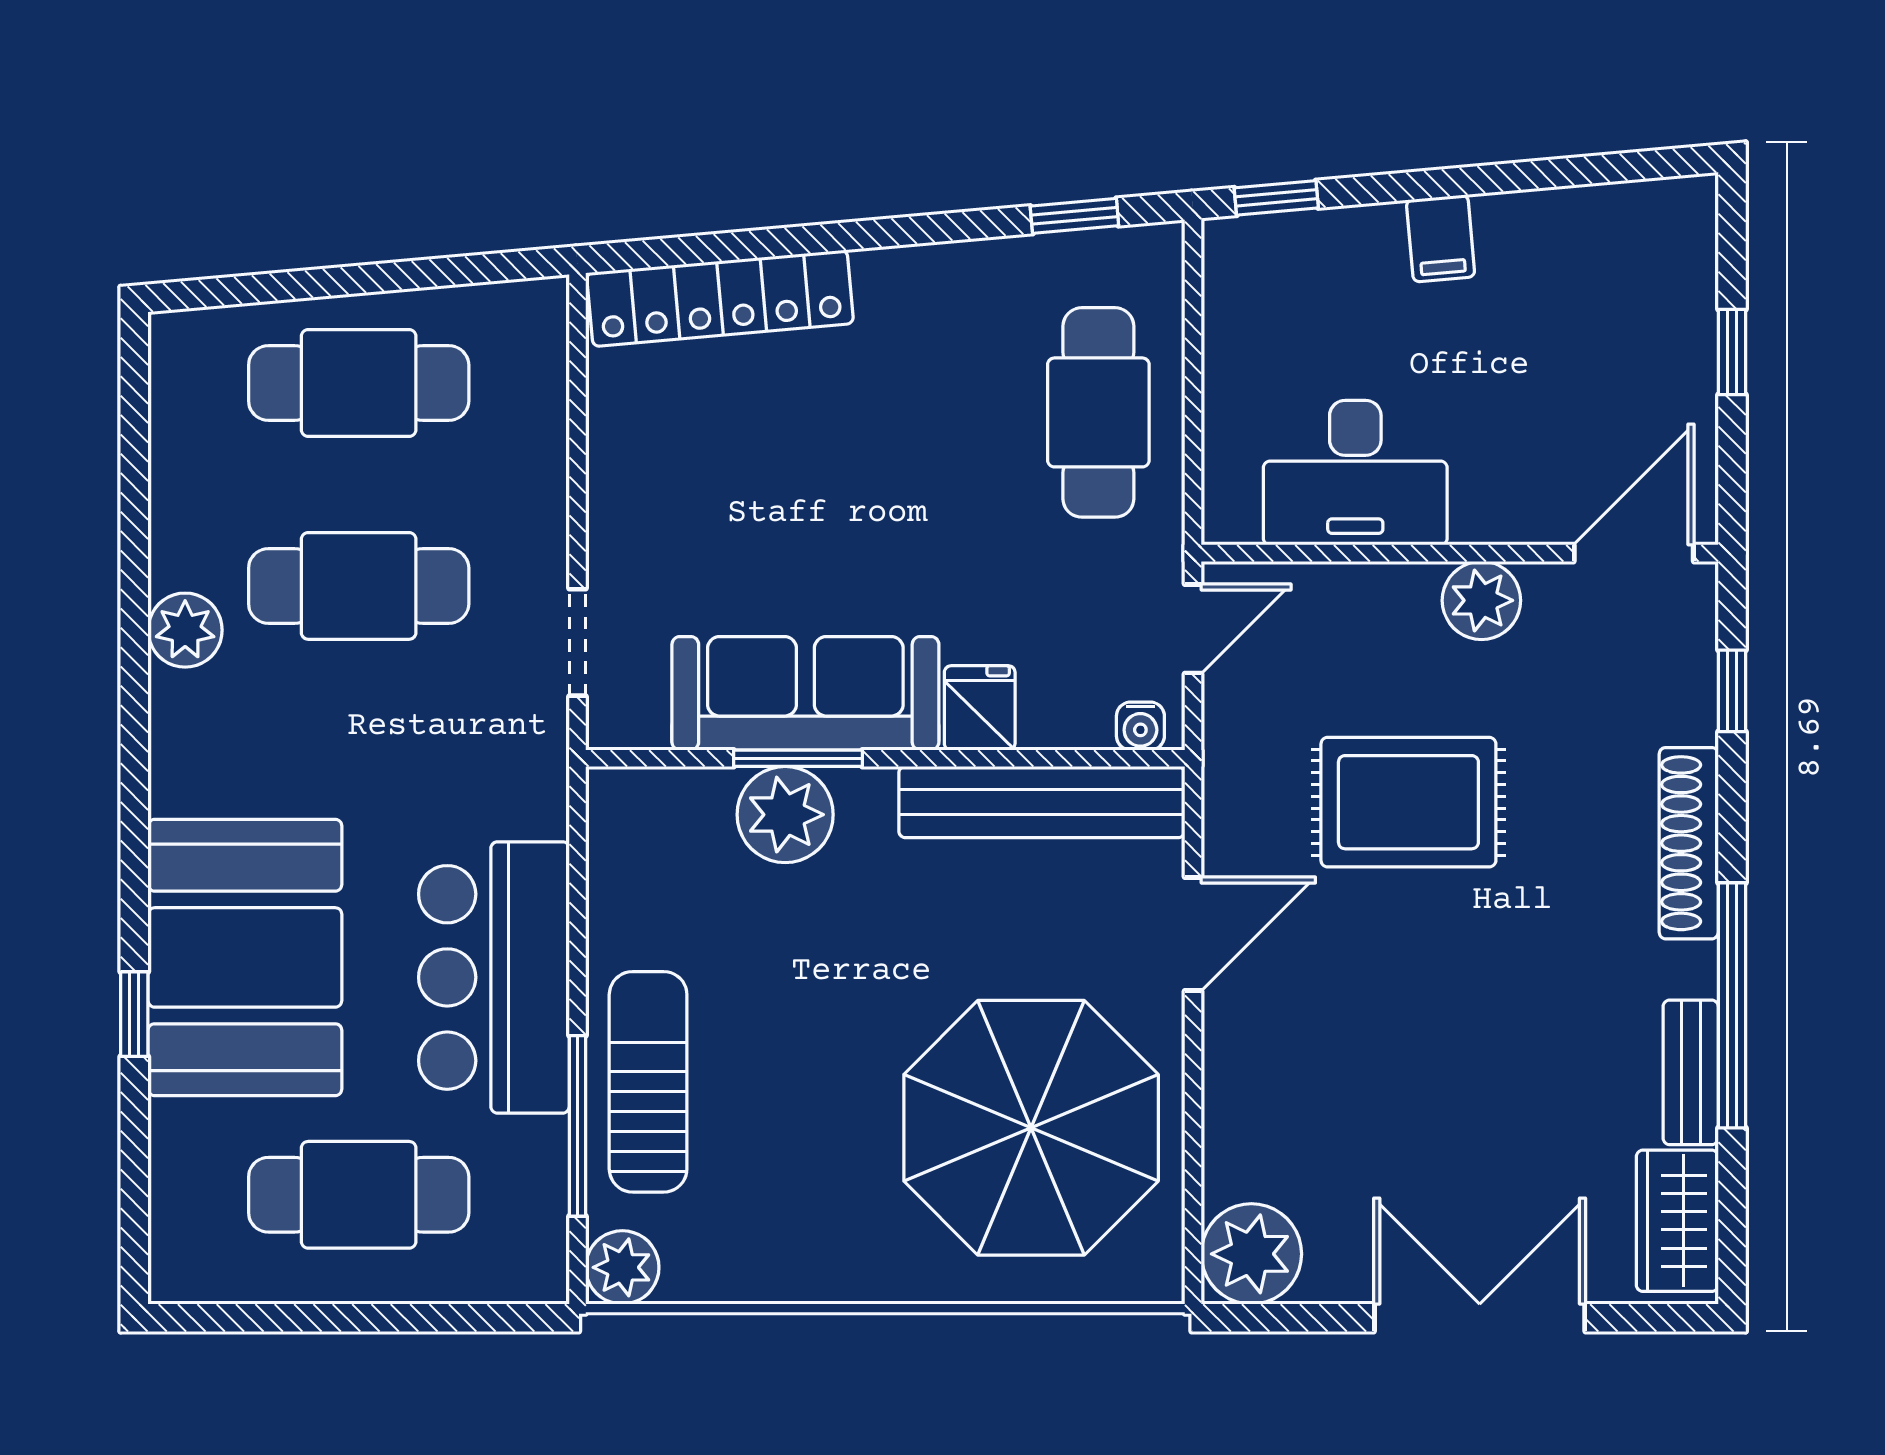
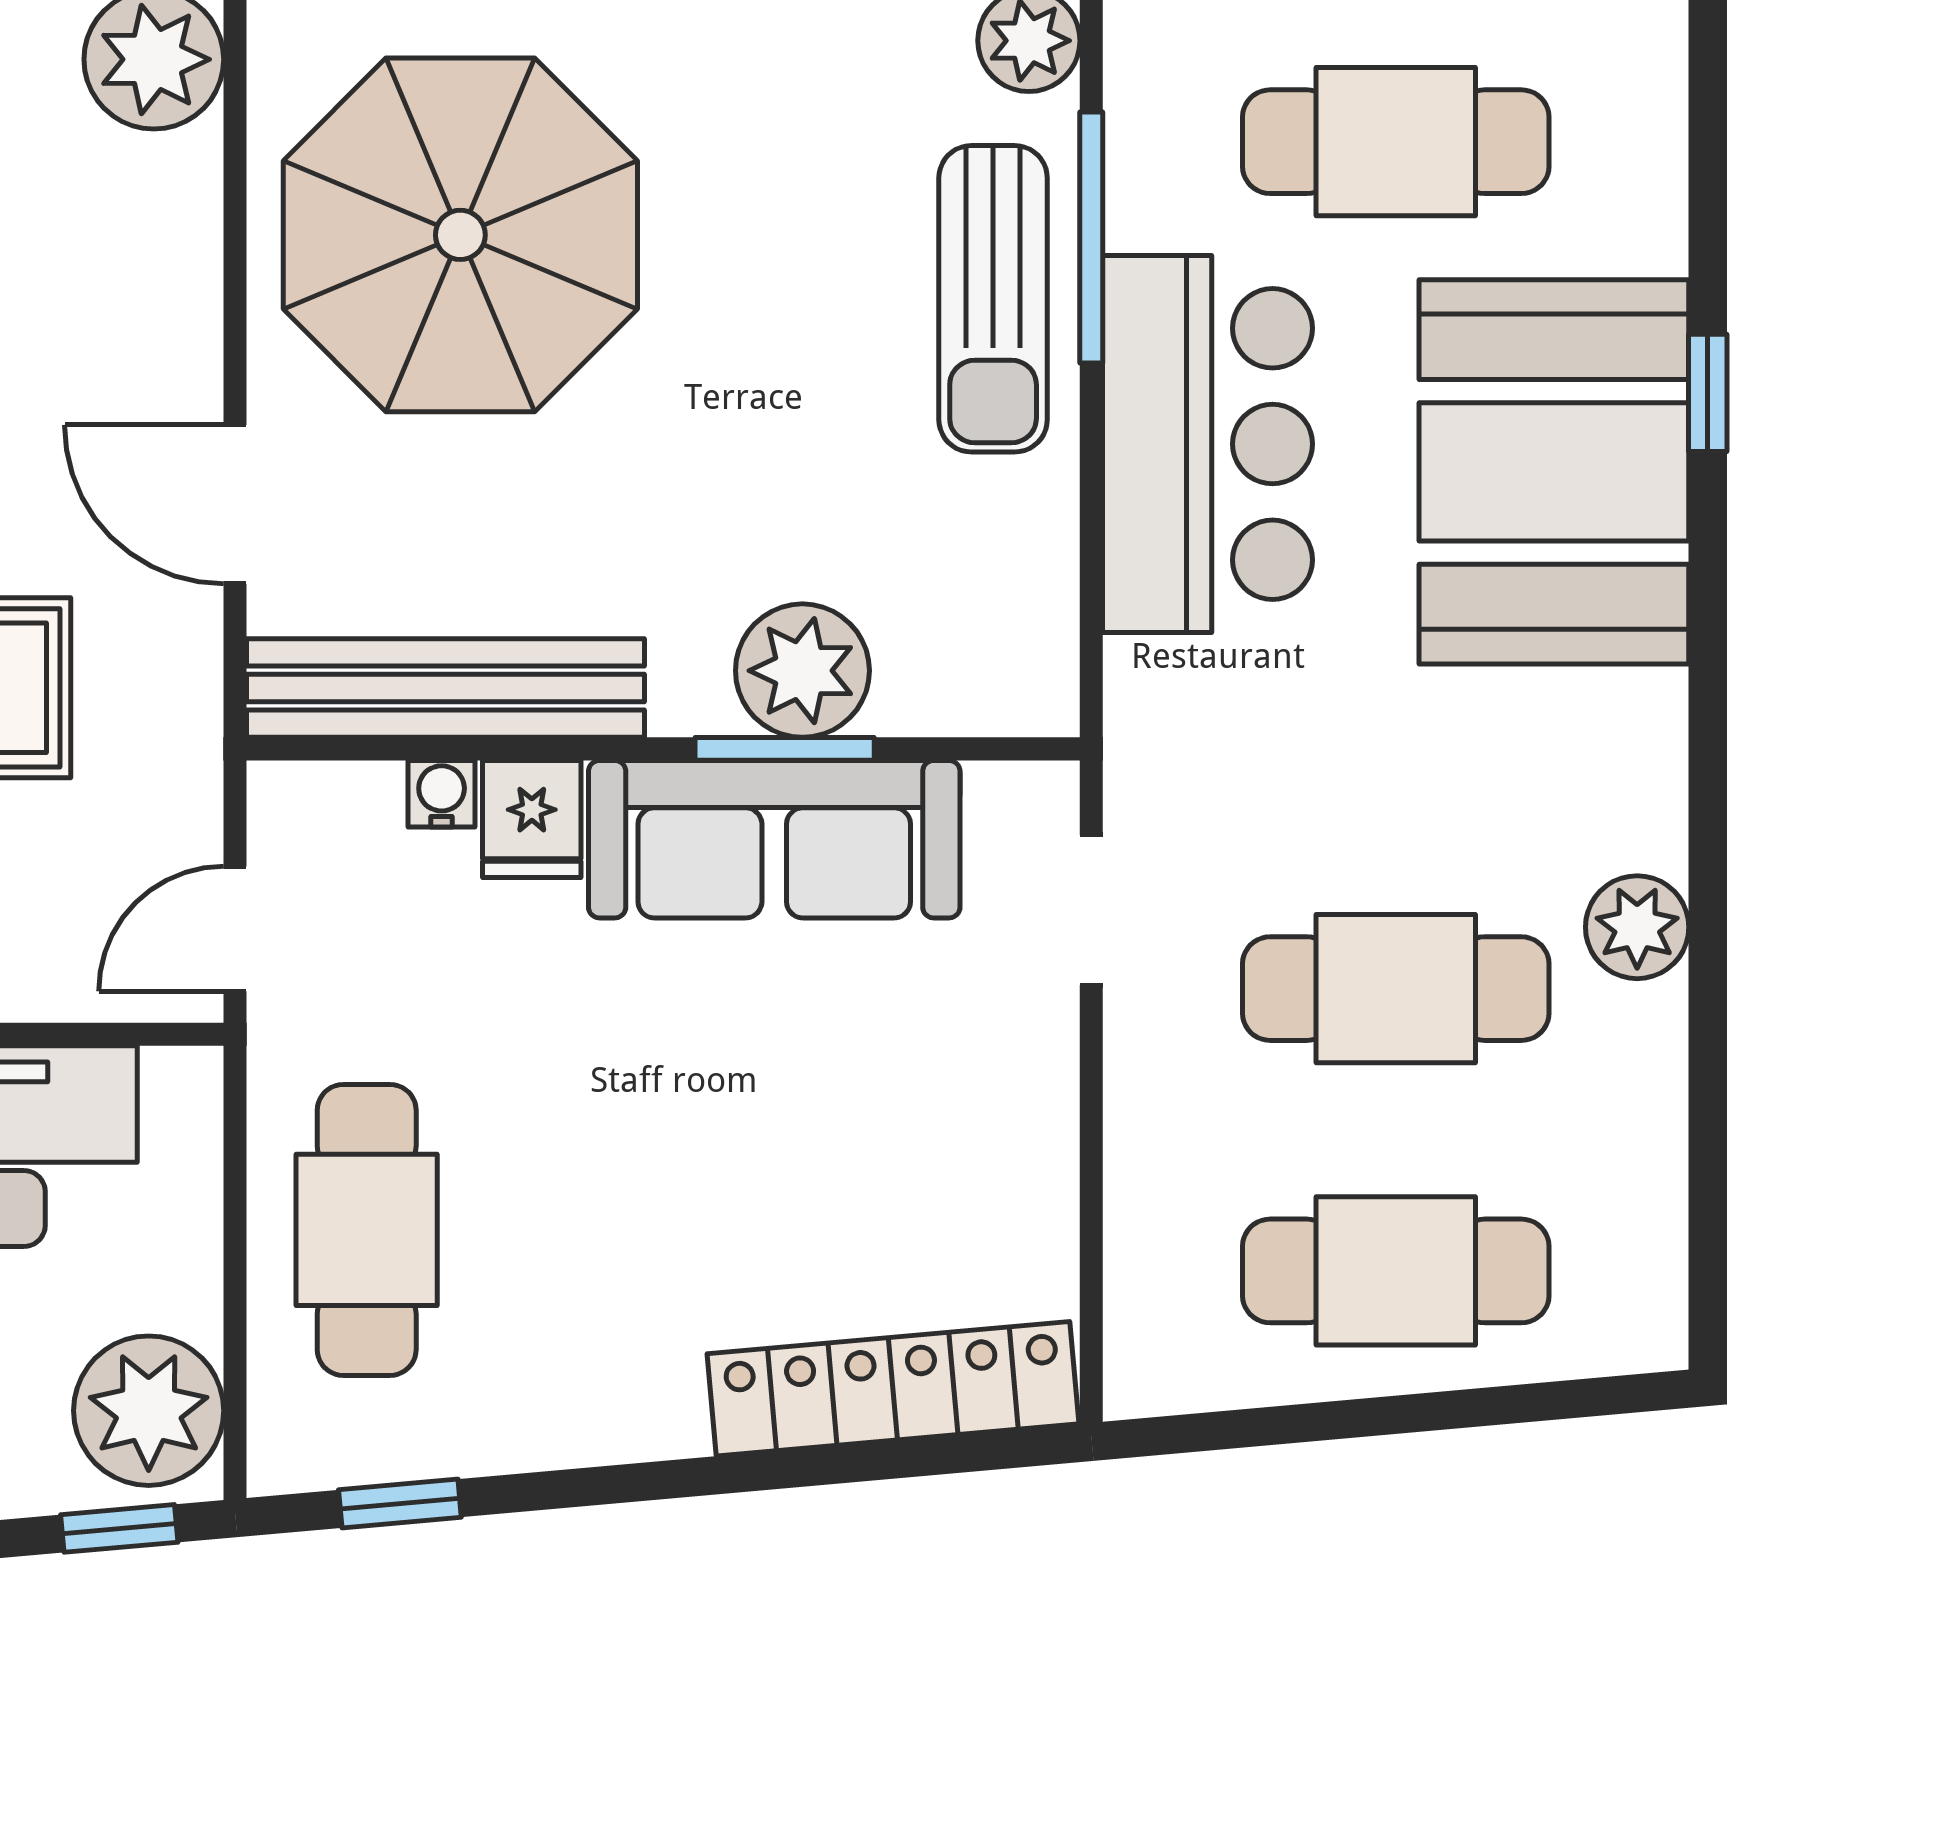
plant: (1255, 283) -> (149, 1411), added
water cooler: (1140, 726) -> (442, 794), moved
door: (1193, 934) -> (235, 504), hinge flipped

